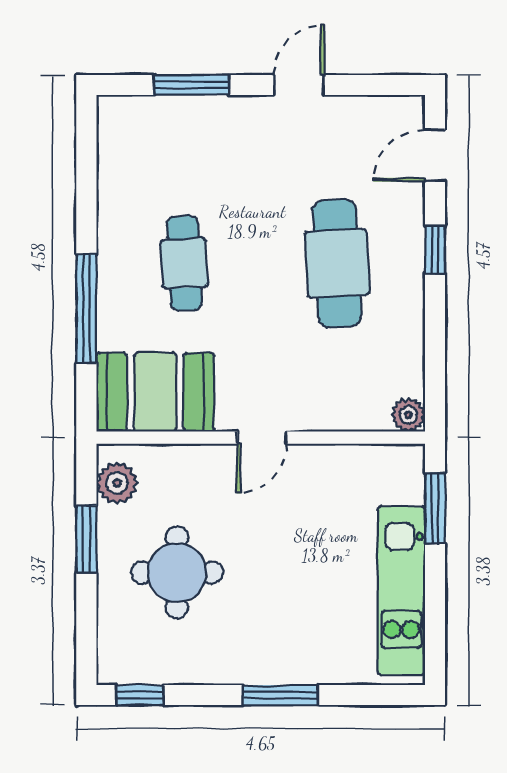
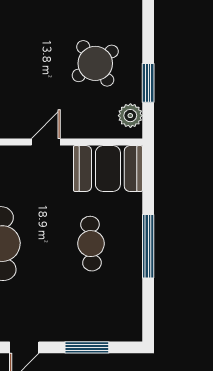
window: (86, 309) -> (148, 246), moved
round table: (177, 573) -> (95, 63), turned -36

